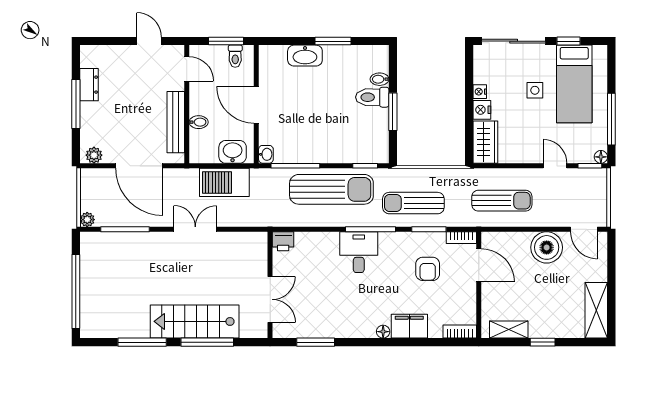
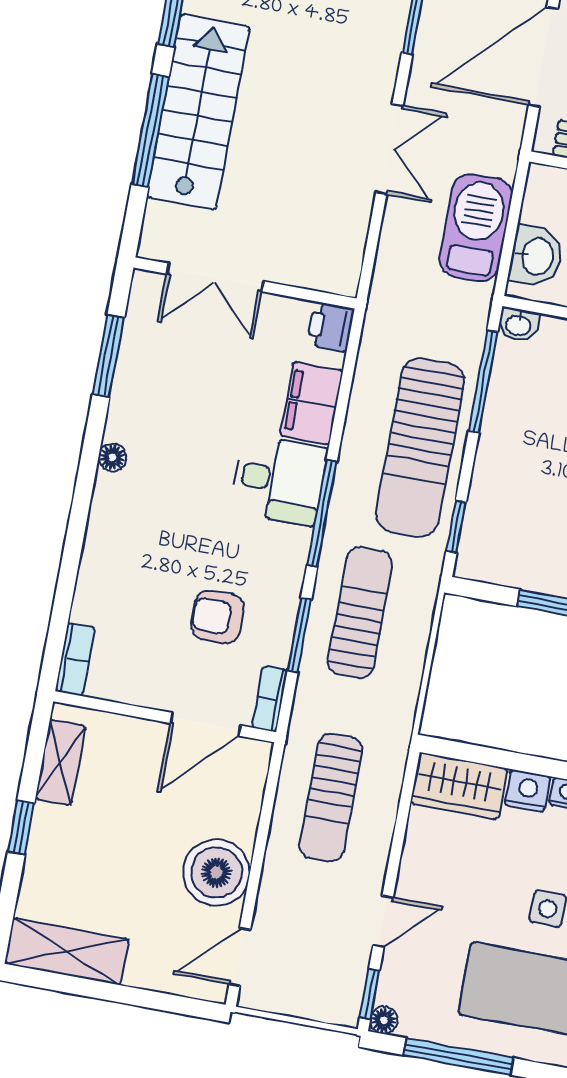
filing cabinet: (409, 326) -> (311, 403), moved, turned 180
floor lamp: (383, 332) -> (112, 457), moved

